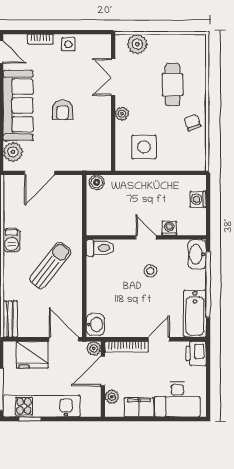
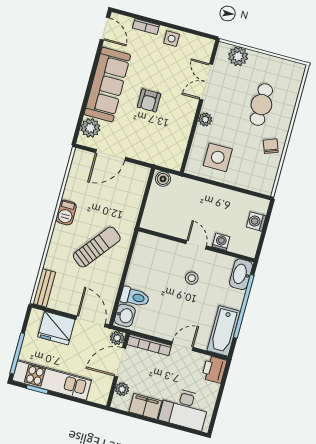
toilet: (100, 248) -> (135, 297), moved

